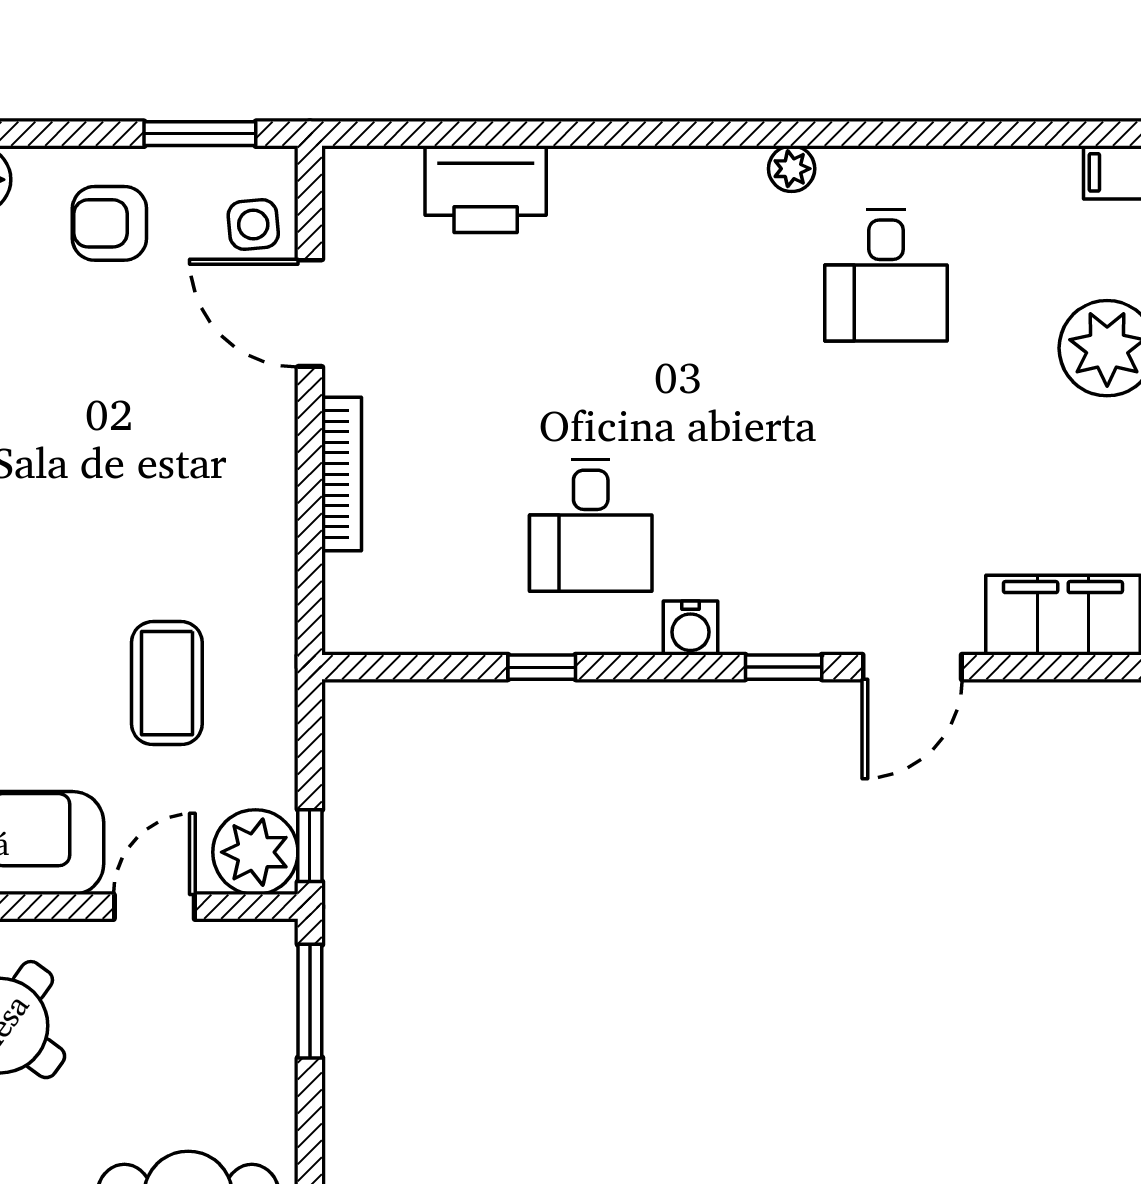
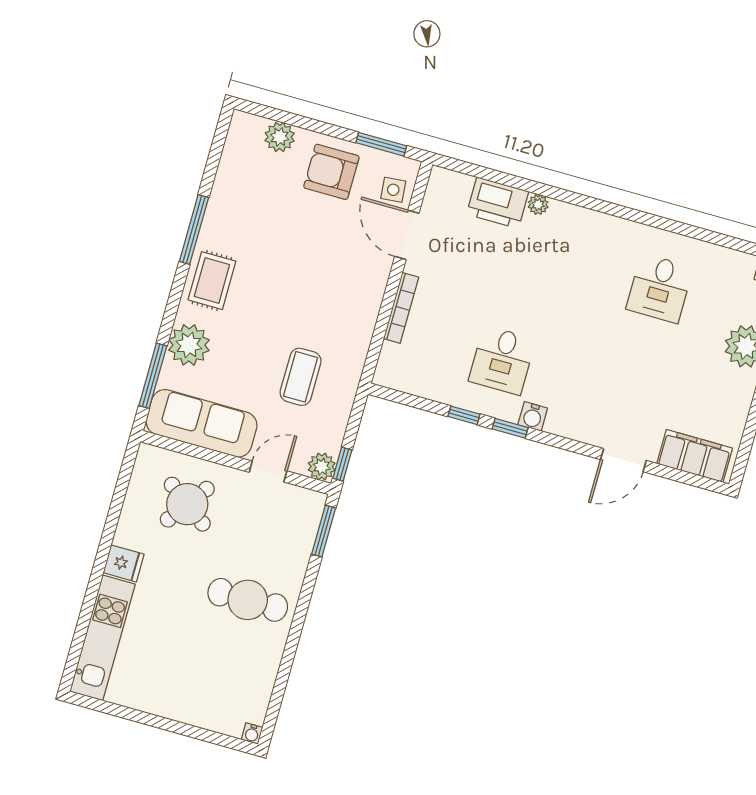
plant: (792, 169) -> (538, 205), moved
armchair: (109, 223) -> (331, 172), width x1.38, depth x1.38
window: (784, 667) -> (510, 428), moved
plant: (255, 852) -> (322, 467), width x0.73, depth x0.73

